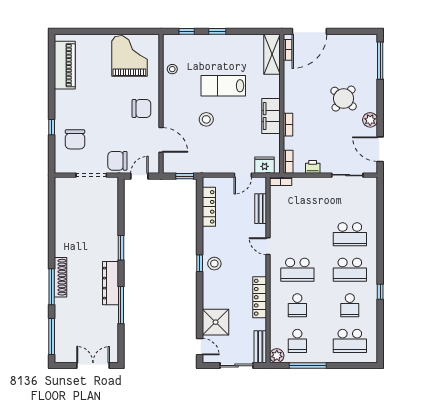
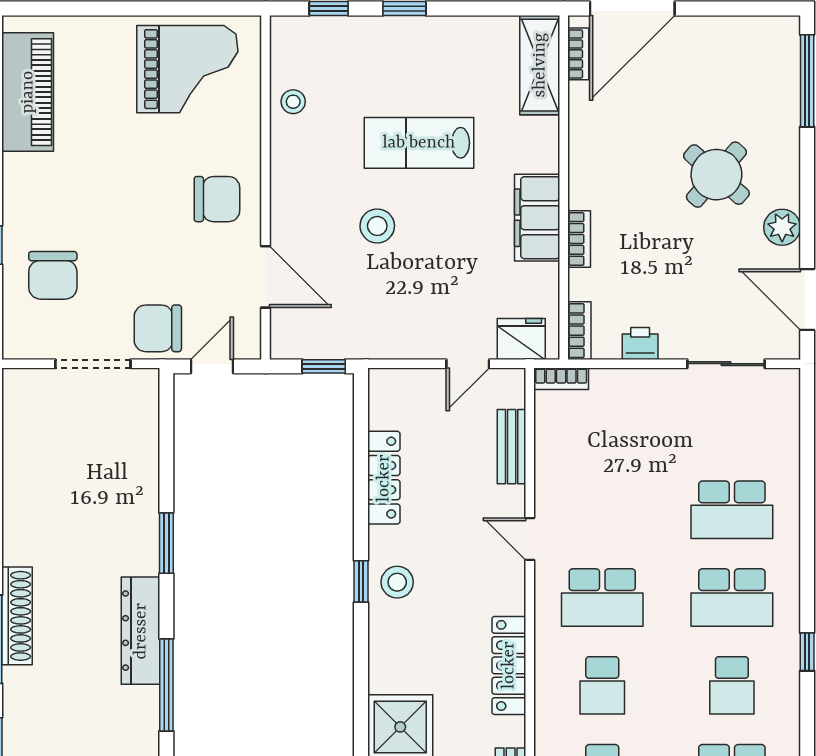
grand piano: (129, 56) -> (187, 69), turned 90
locker: (209, 207) -> (384, 478), moved

